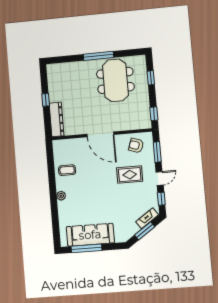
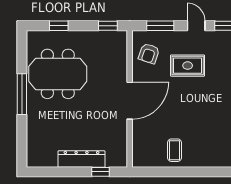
window: (46, 100) -> (101, 172), moved
dresser: (57, 119) -> (82, 159), moved
rug: (130, 175) -> (188, 66), turned 90
plant: (61, 196) -> (209, 161), removed

